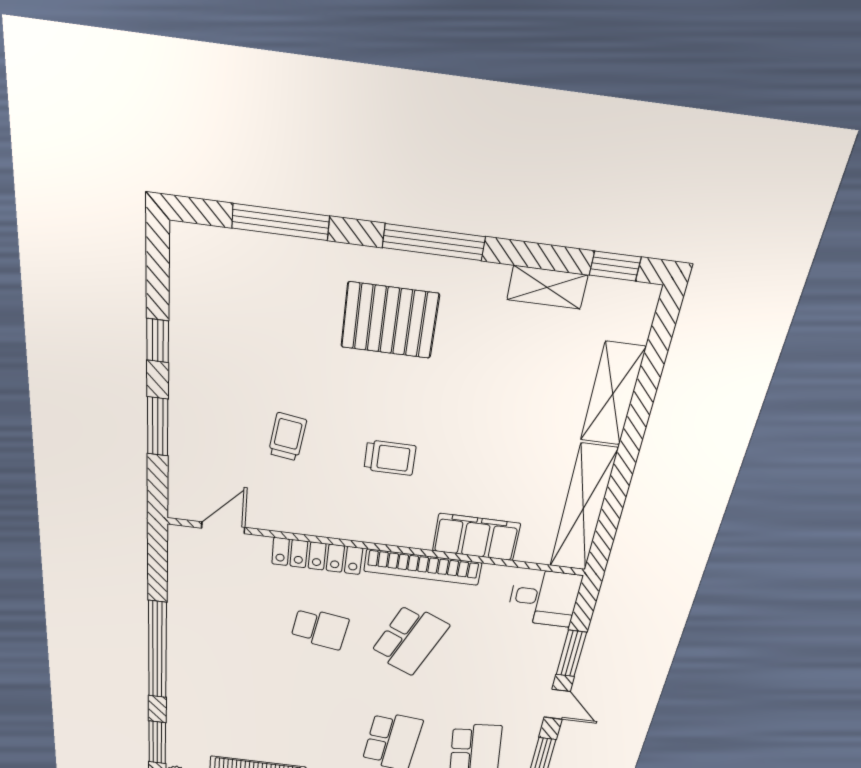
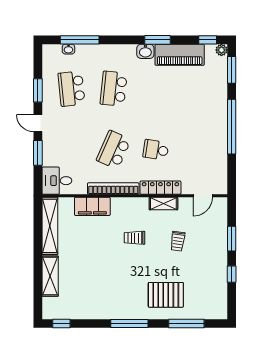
shelving: (547, 287) -> (163, 204), moved
pallet: (390, 320) -> (166, 295), moved

